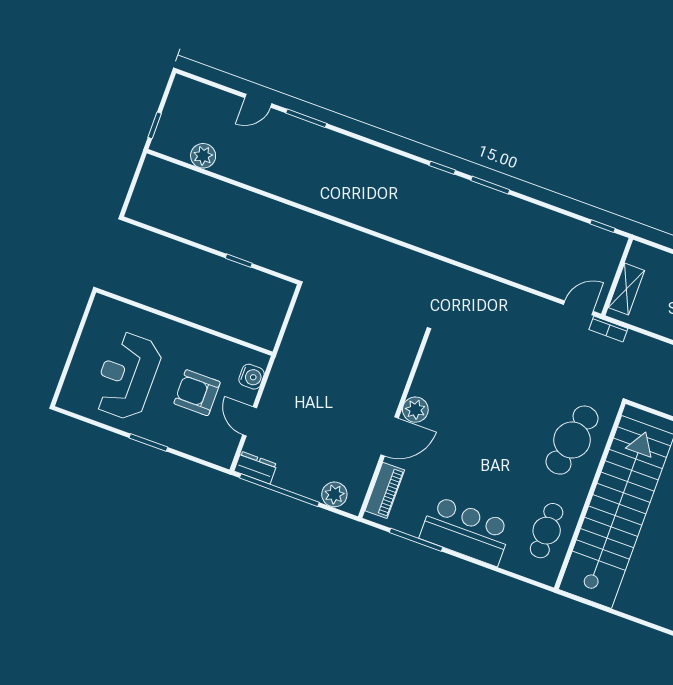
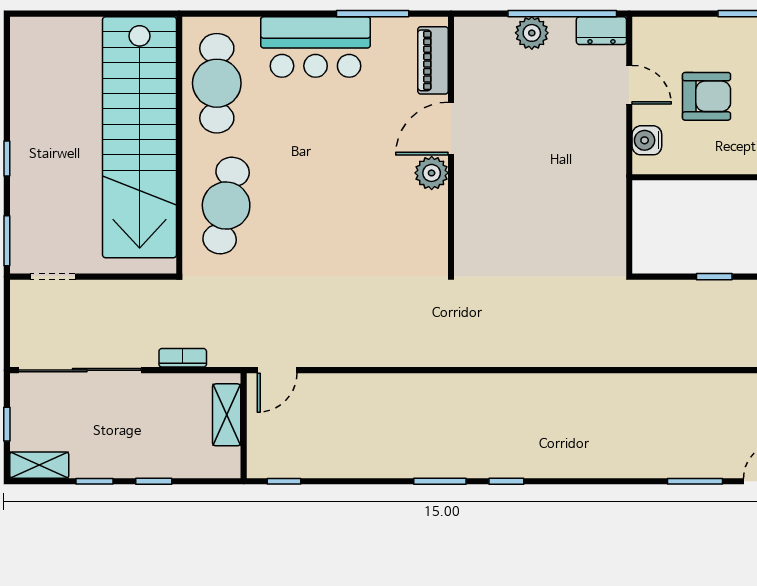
bookcase: (608, 329) -> (183, 358), moved
plant: (334, 494) -> (532, 33), moved
cafe table: (547, 531) -> (217, 83), width x1.37, depth x1.35

